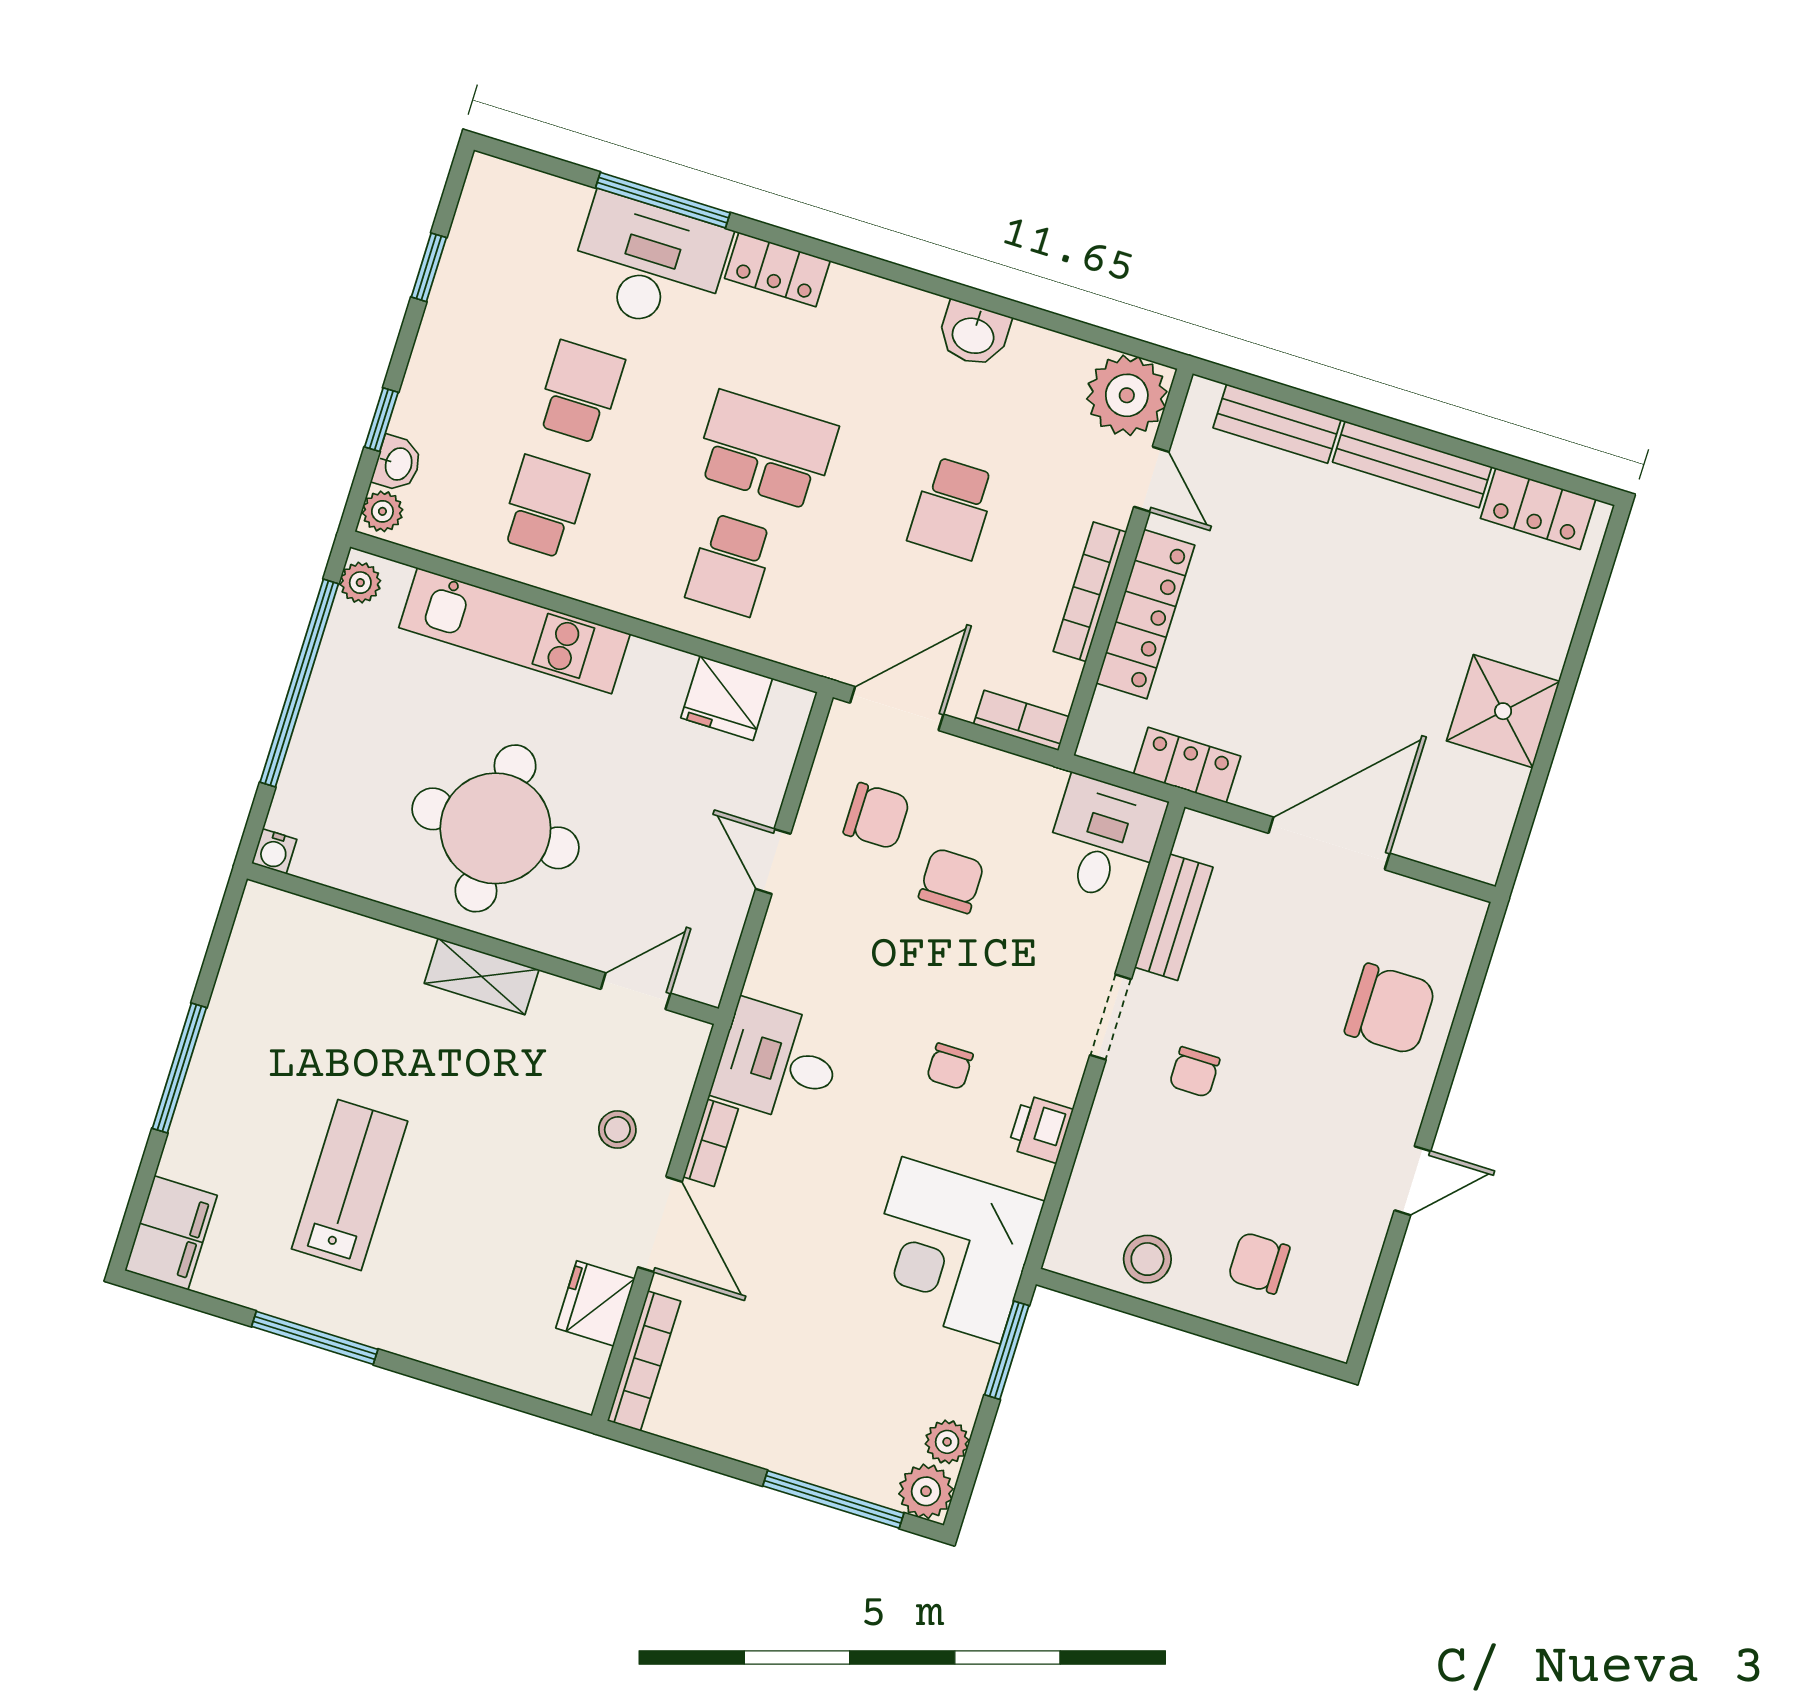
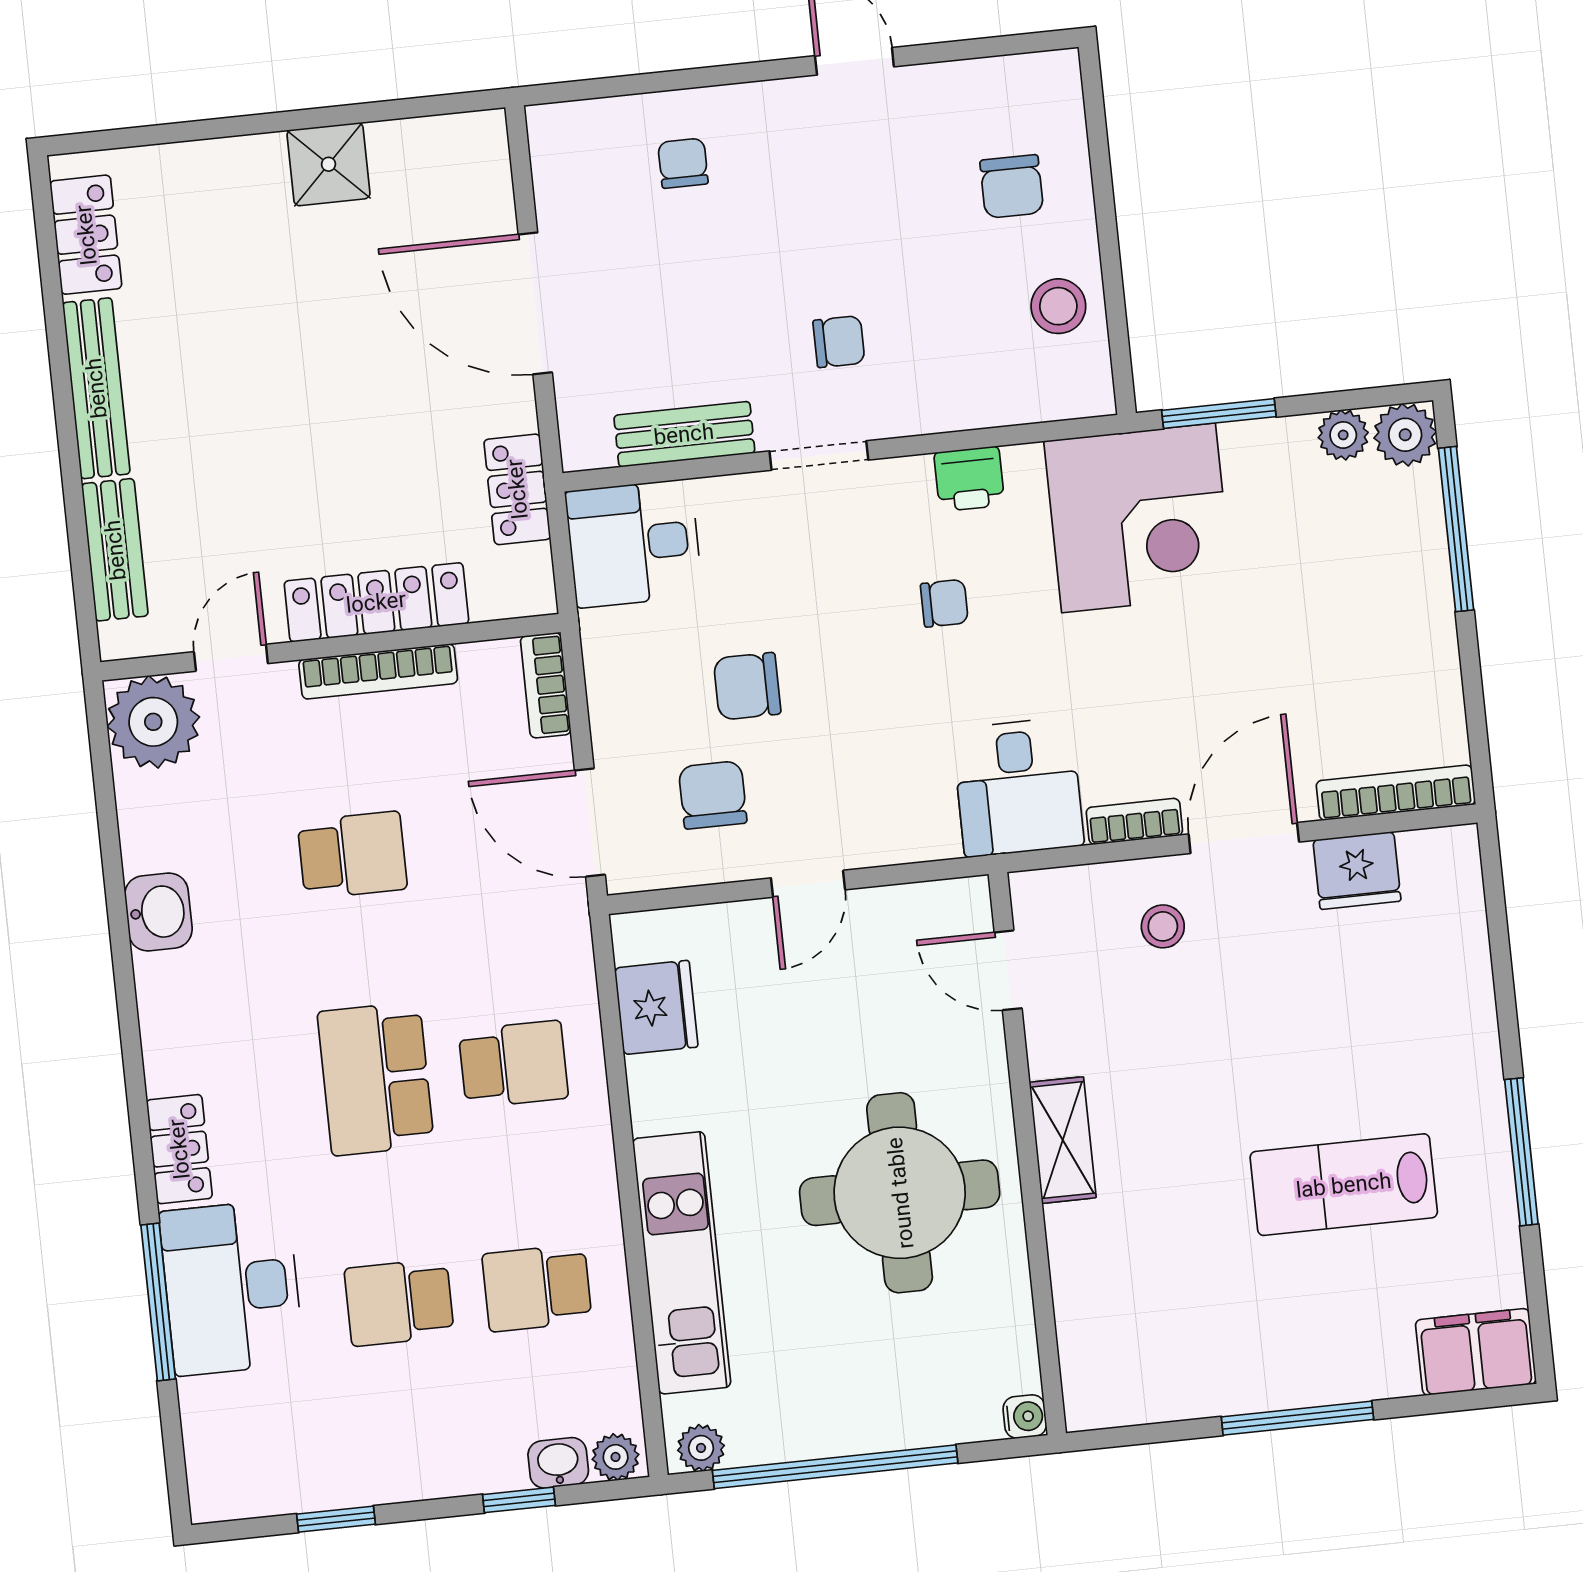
shower: (1503, 711) -> (329, 164), width x0.73, depth x0.73
chair: (1390, 1009) -> (683, 163), width x0.54, depth x0.54

